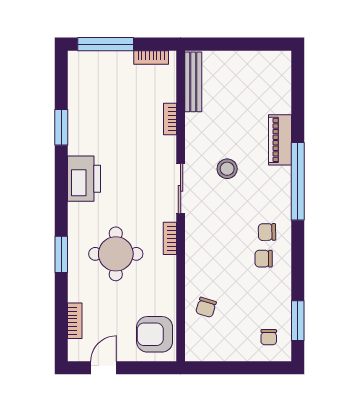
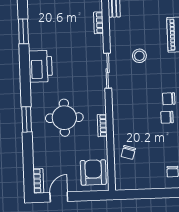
bookcase: (170, 238) -> (102, 126), moved
bookcase: (75, 321) -> (38, 181), moved
armchair: (155, 334) -> (93, 172), turned 90

